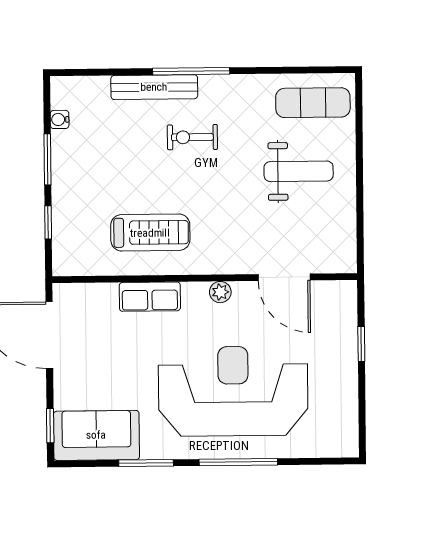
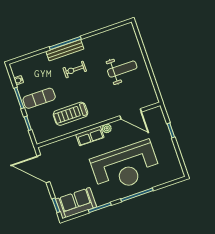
bench: (154, 87) -> (65, 50), moved
exercise mat: (313, 103) -> (39, 98), moved
treadmill: (150, 233) -> (70, 114), turned 180
row of seats: (150, 297) -> (90, 136), moved
reception desk: (233, 391) -> (125, 167), turned 180

